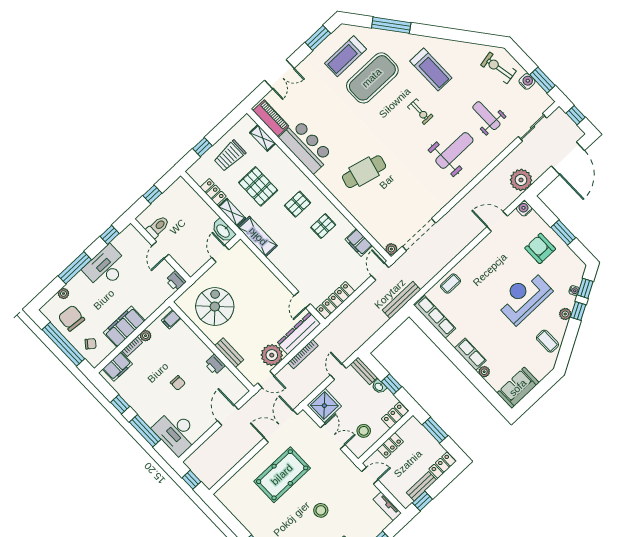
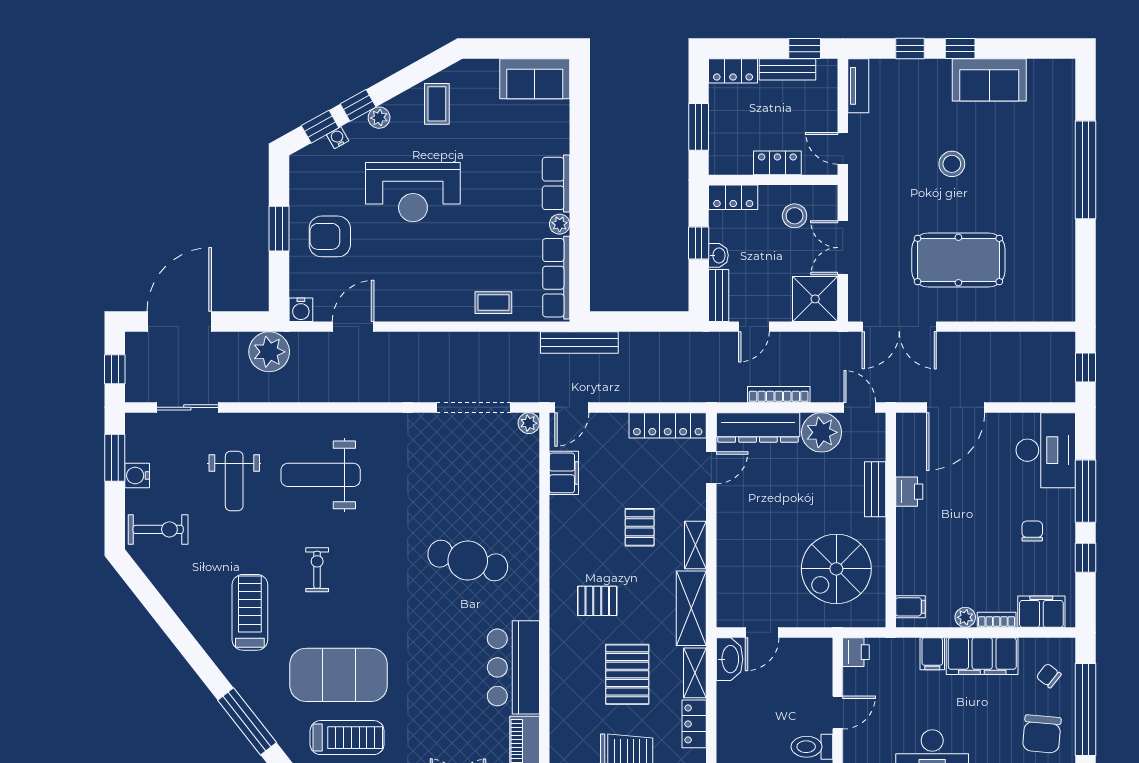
exercise bike: (498, 68) -> (158, 529), turned -79
shelving: (263, 138) -> (695, 545), moved
door: (497, 221) -> (353, 327), swing flipped
pallet: (323, 226) -> (640, 527), moved, turned 90
armchair: (540, 248) -> (330, 236), turned 90
filing cabinet: (145, 309) -> (932, 654), added
plant: (484, 372) -> (560, 224), moved
chair: (178, 383) -> (1032, 531), moved
door: (228, 415) -> (956, 407), width x1.36

